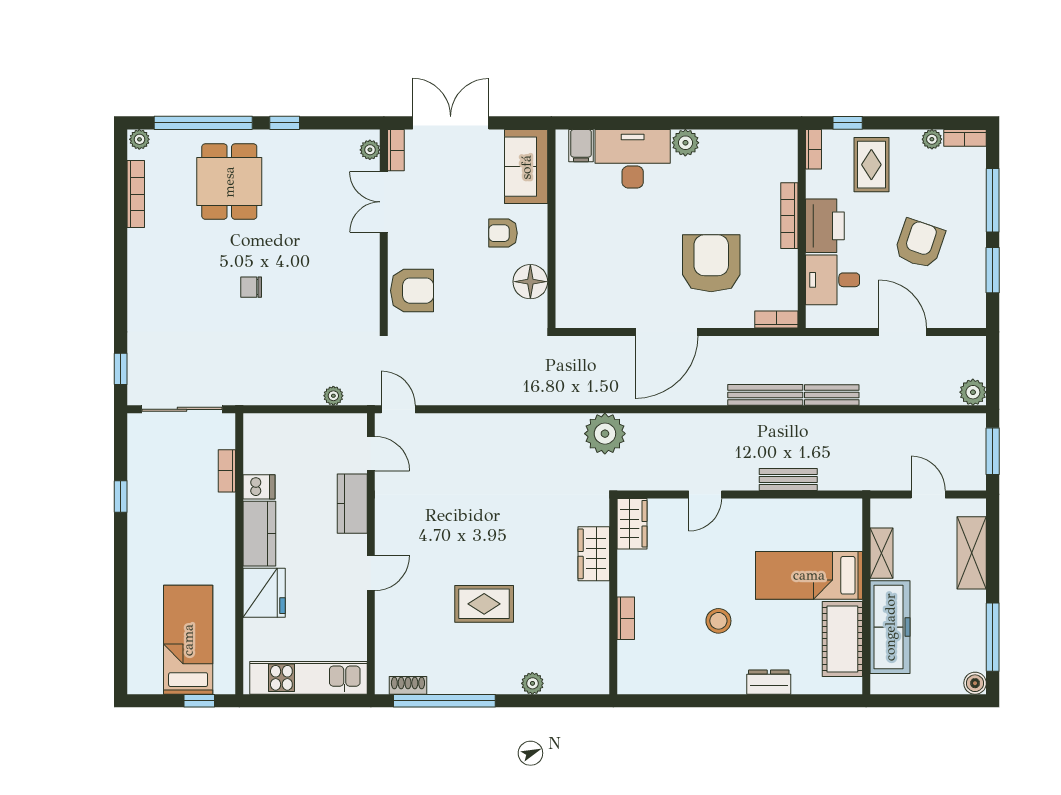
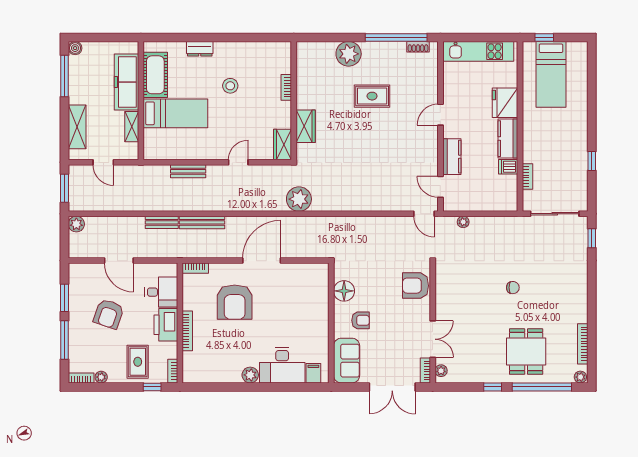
plant: (532, 683) -> (349, 54), width x1.88, depth x1.88

